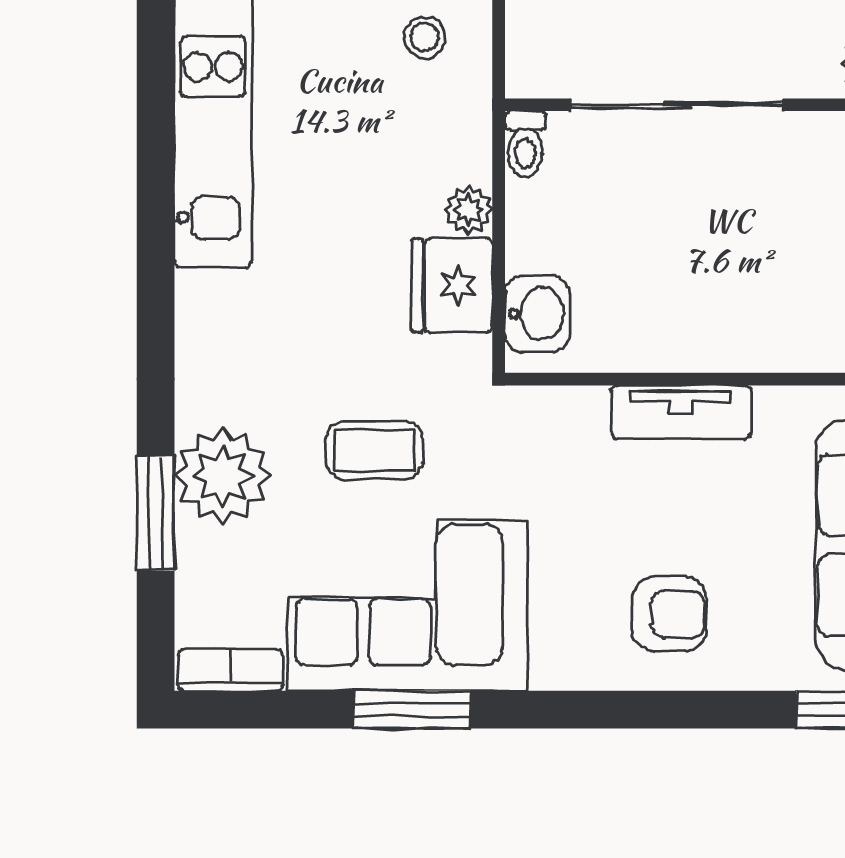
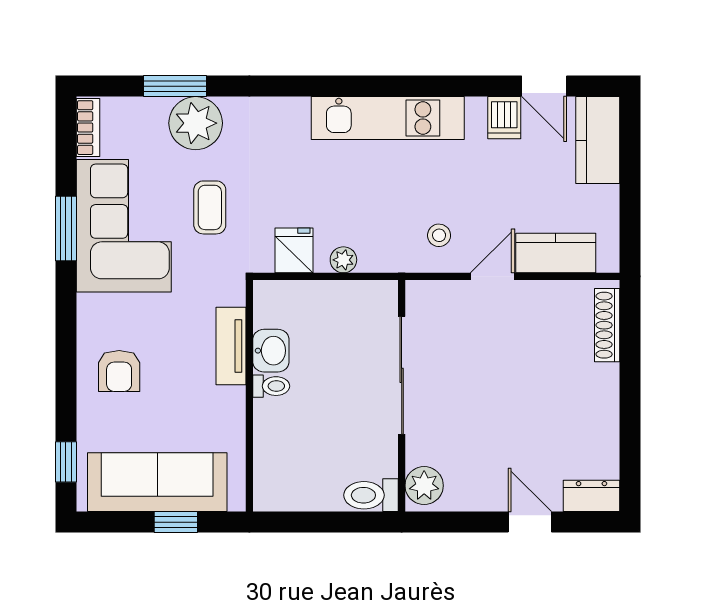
toilet: (525, 144) -> (271, 386), moved, turned 180
fridge: (452, 285) -> (294, 250), width x0.72
washbasin: (538, 314) -> (271, 351), moved, turned -90
tv unit: (681, 412) -> (231, 346), moved

